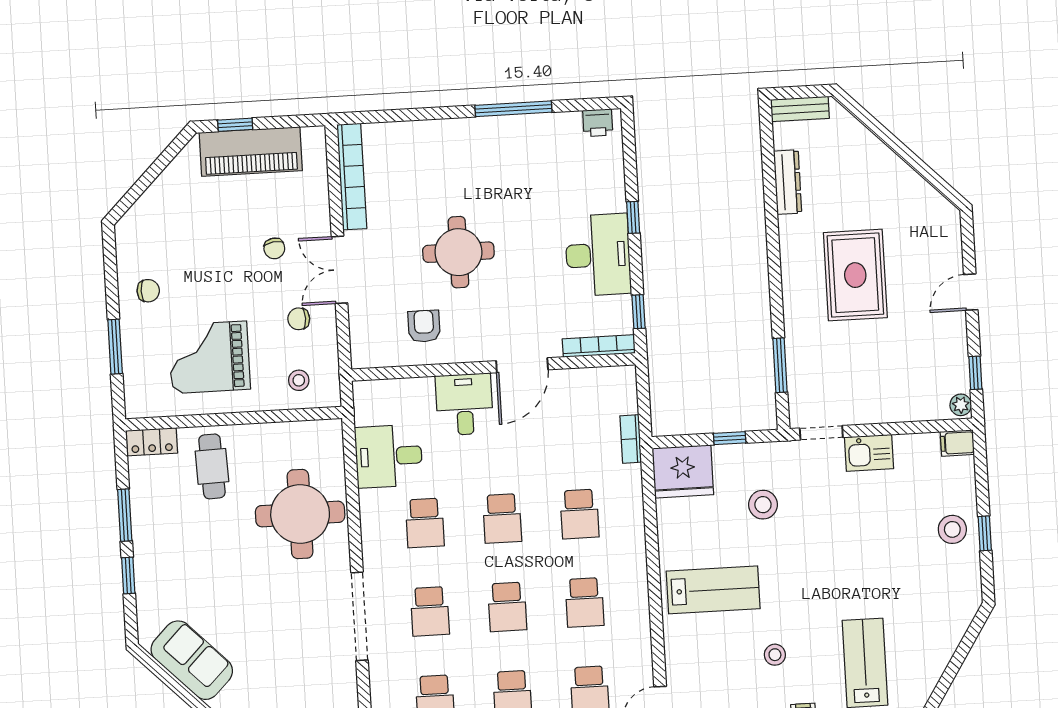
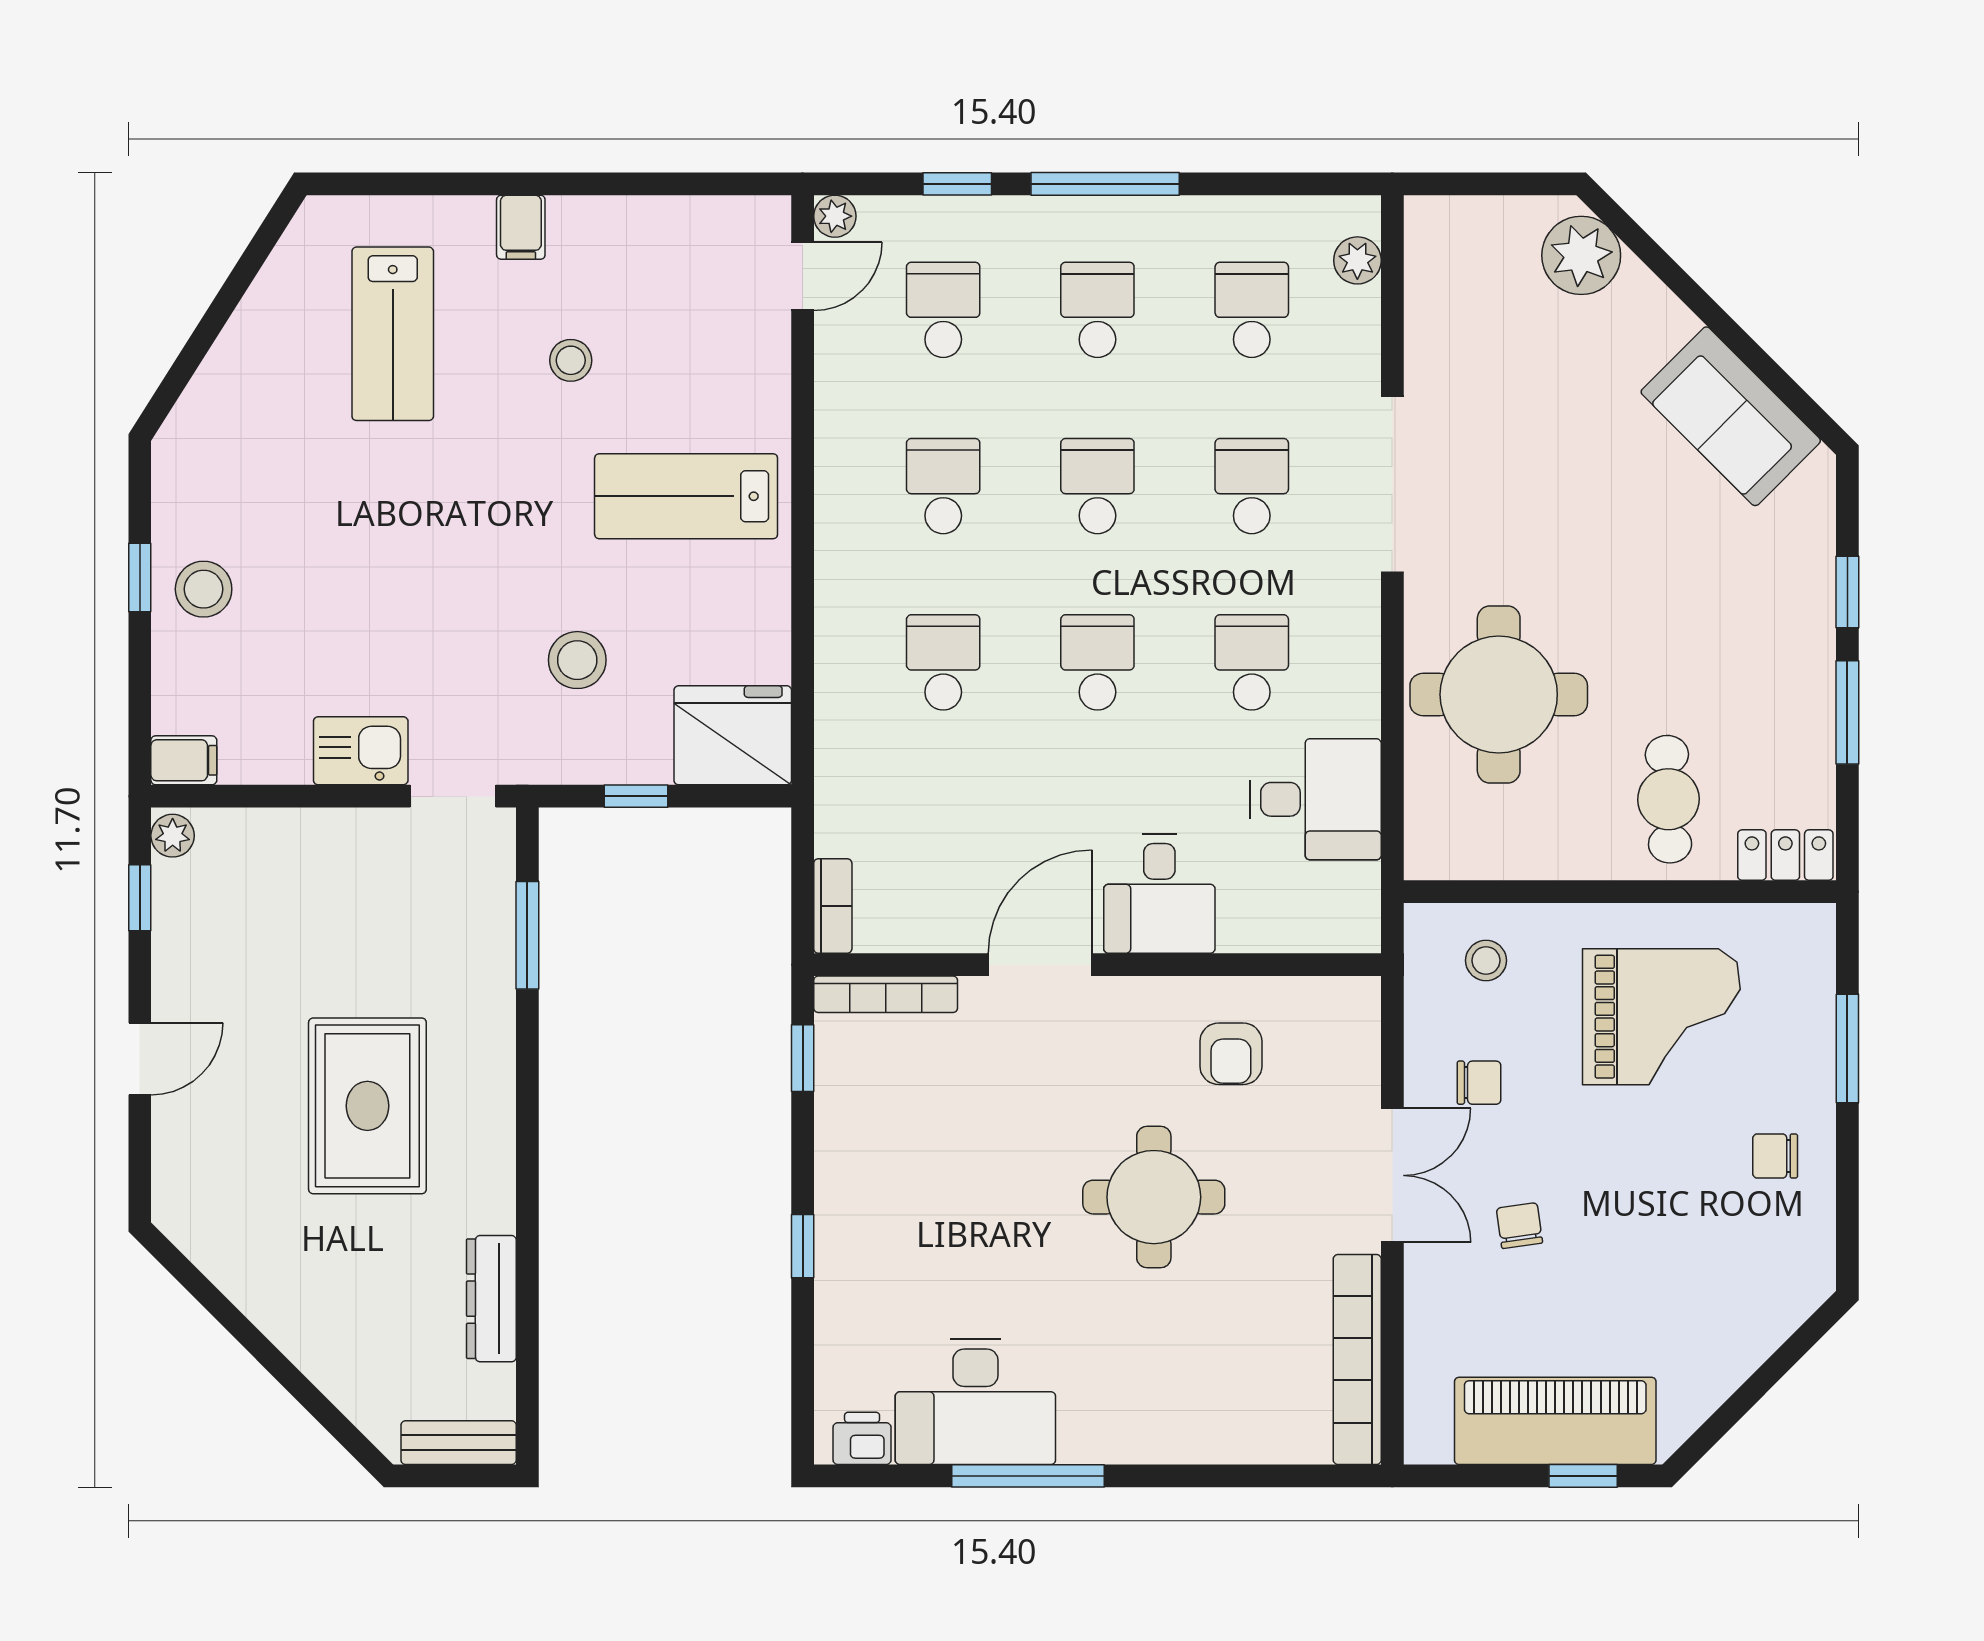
desk: (598, 255) -> (975, 1402), moved, turned -90
bookcase: (631, 439) -> (833, 906), moved

